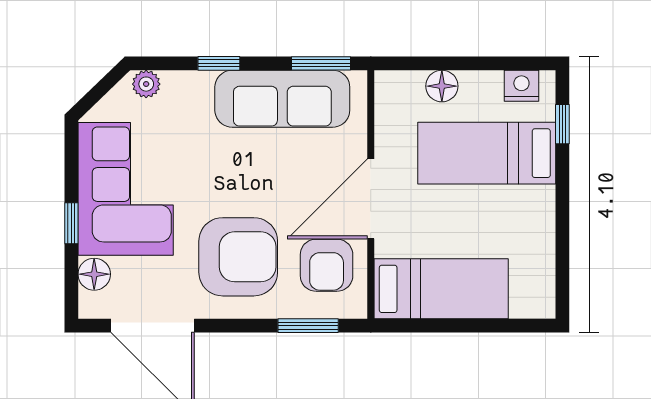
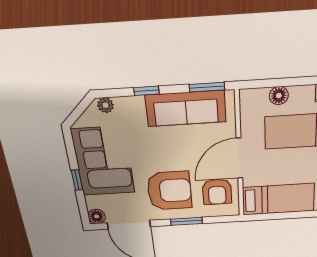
floor lamp: (94, 274) -> (97, 216), moved
window: (308, 326) -> (186, 221), moved

